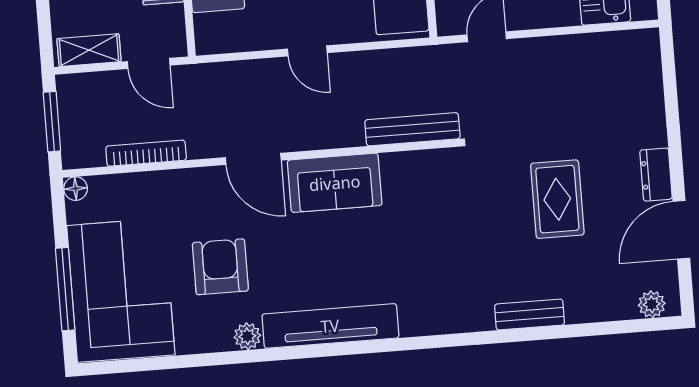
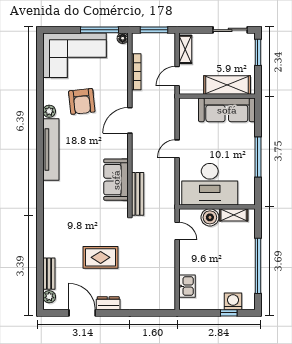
sofa: (335, 183) -> (116, 180), moved
armchair: (220, 267) -> (82, 101), turned 84
window: (65, 289) -> (100, 30), moved
bench: (530, 315) -> (49, 274), moved

